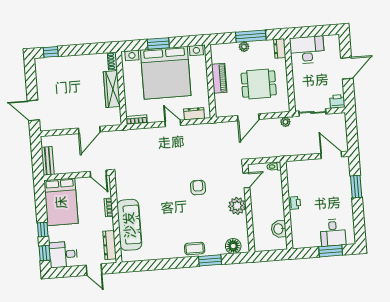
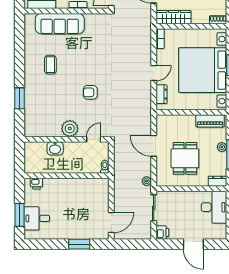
piano: (219, 78) -> (210, 121), moved
wardrobe: (112, 89) -> (174, 17), moved
door: (246, 180) -> (94, 139), swing flipped
armchair: (198, 188) -> (90, 92), turned 180
printer: (294, 203) -> (36, 184), moved
washbasin: (279, 229) -> (55, 148), moved, turned 180
floor lamp: (233, 246) -> (32, 122), removed
coffee table: (195, 249) -> (50, 65), moved

